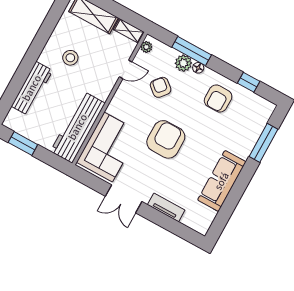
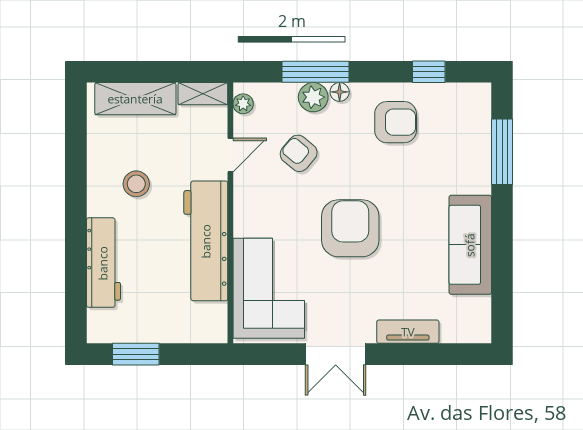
armchair: (218, 98) -> (396, 122), turned -90
workbench: (78, 127) -> (206, 241), moved

